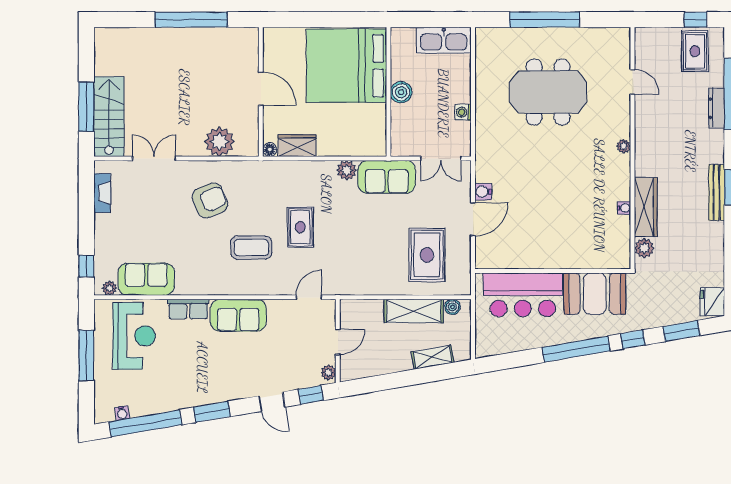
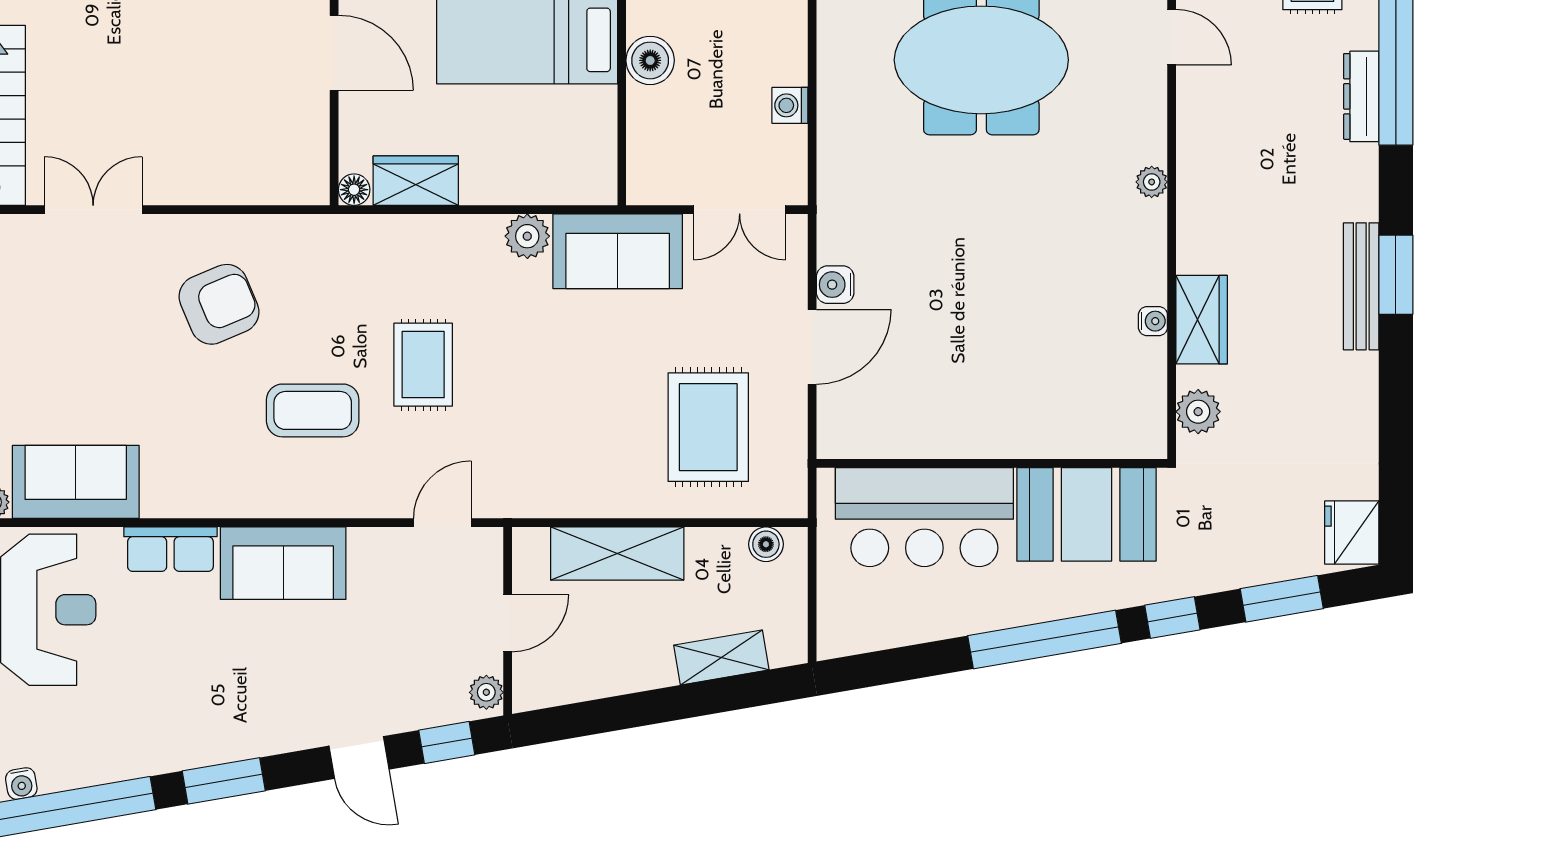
plant: (219, 142) -> (241, 172), removed
wardrobe: (646, 207) -> (1202, 320), width x0.67
shelving: (414, 311) -> (617, 554), moved

